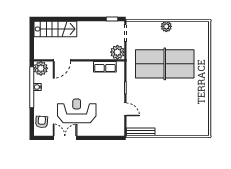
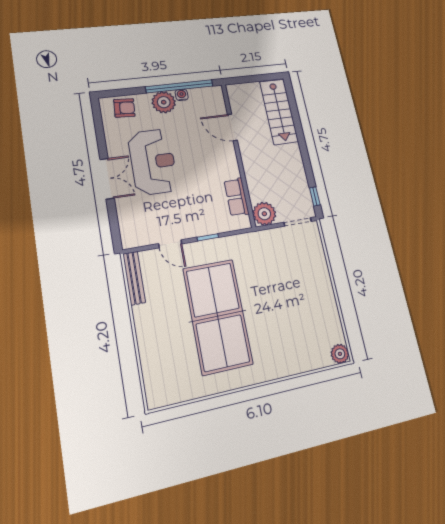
plant: (166, 26) -> (340, 354), moved
table tennis table: (165, 64) -> (218, 316), moved
plant: (41, 68) -> (164, 102), moved
door: (125, 109) -> (170, 244), hinge flipped
double door: (65, 138) -> (107, 179), moved

